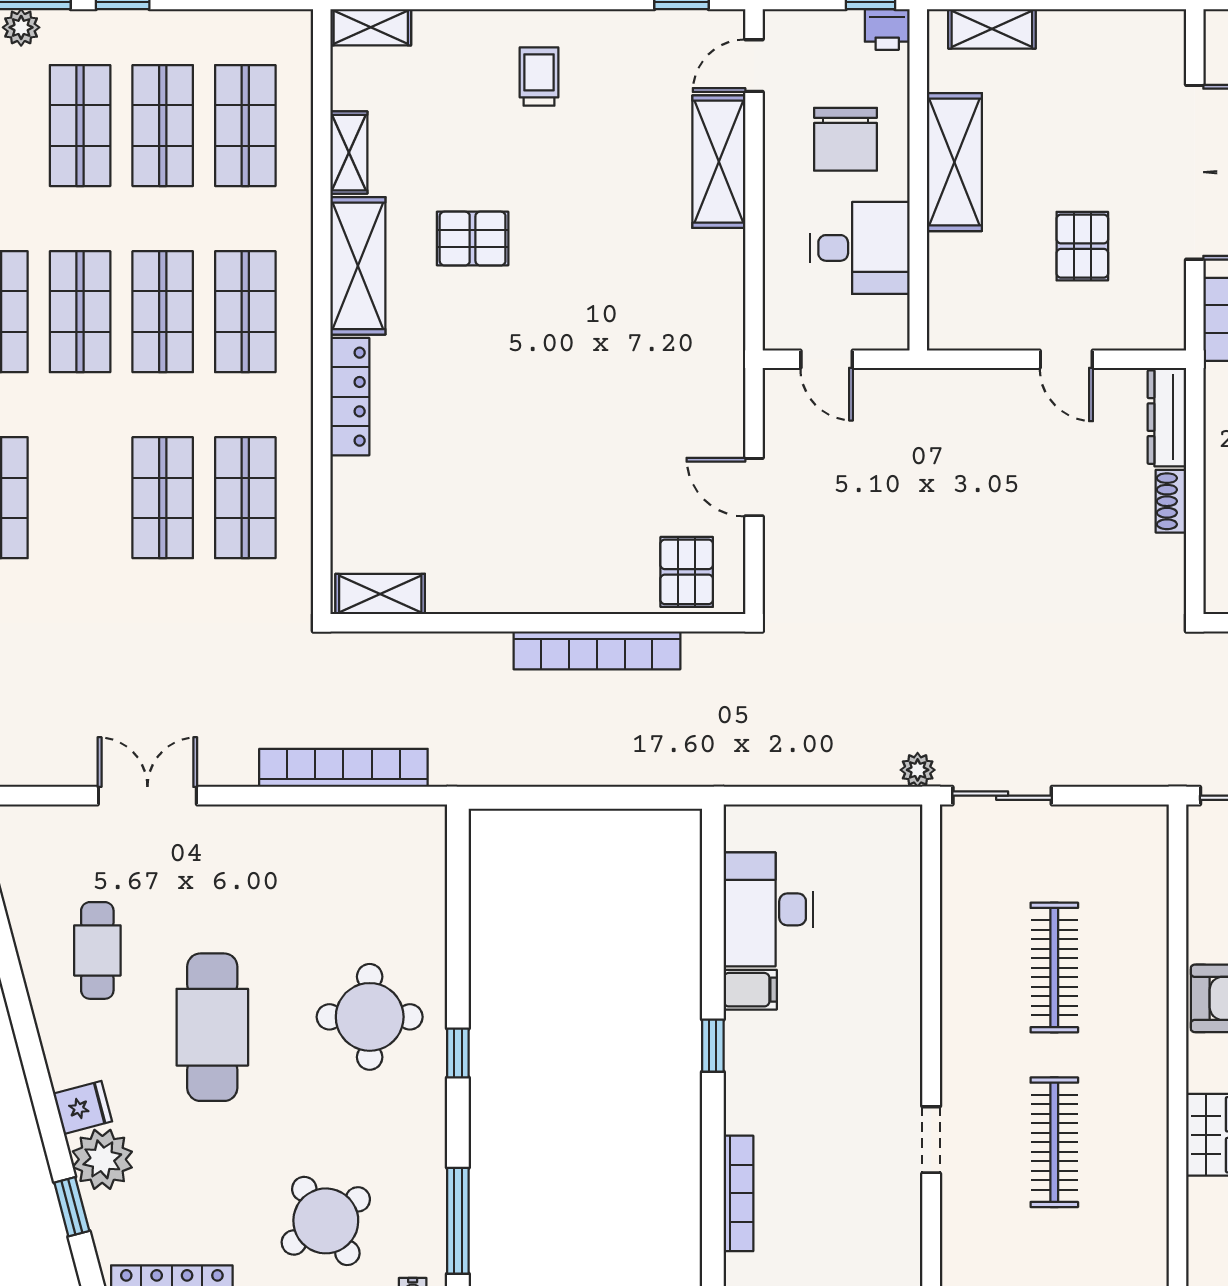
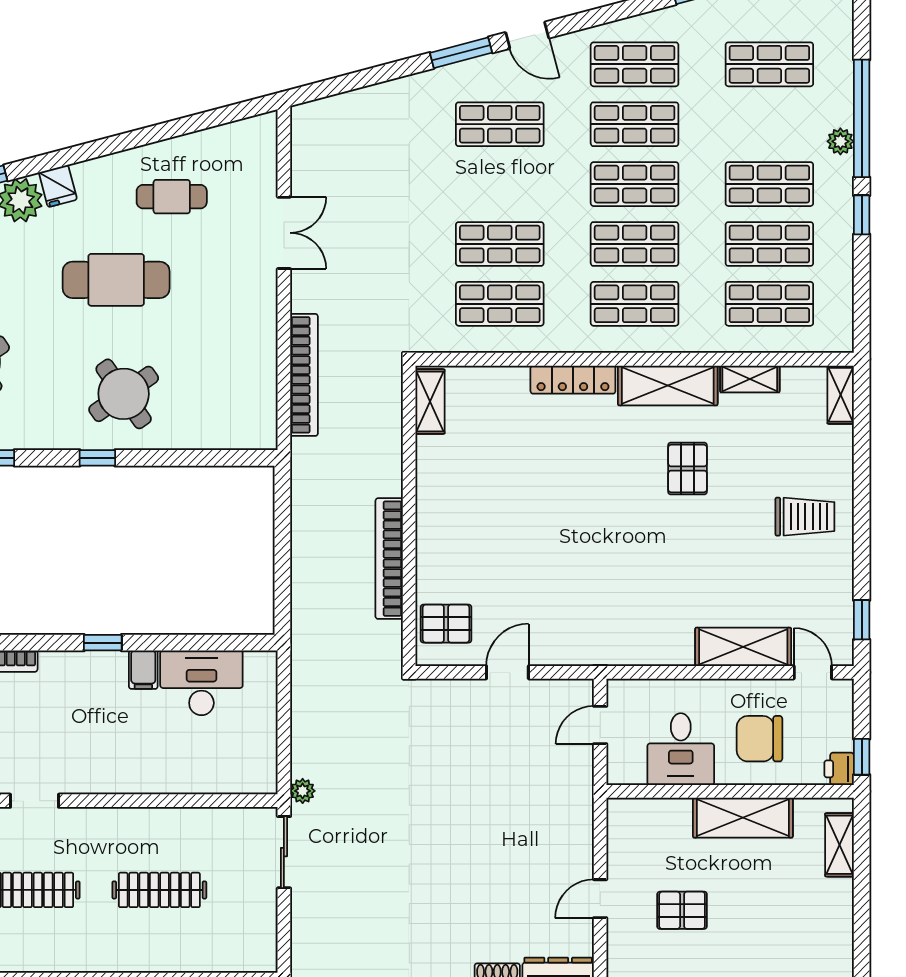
trolley: (539, 76) -> (805, 517), width x1.36, depth x1.39
round table: (370, 1017) -> (124, 394), turned -35

